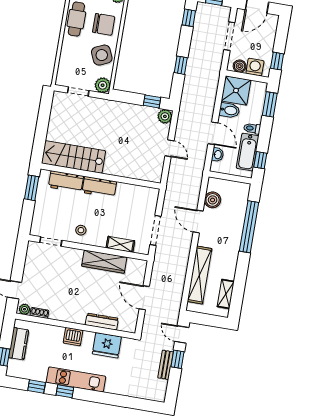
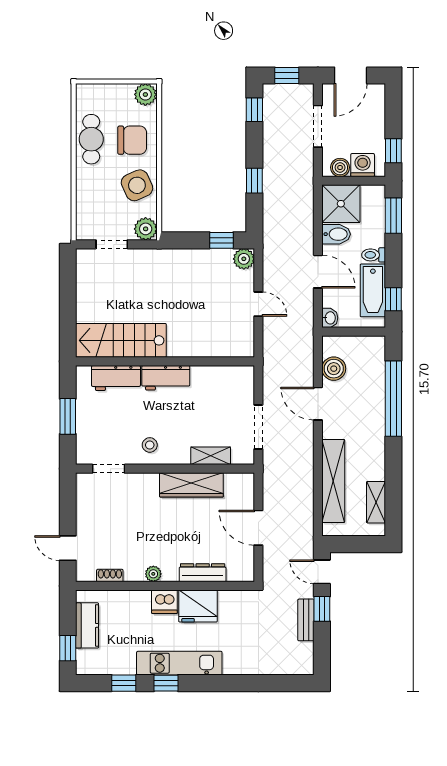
washbasin: (218, 155) -> (330, 318), moved
window: (32, 188) -> (68, 416), moved
plant: (24, 309) -> (153, 574), moved
fridge: (107, 345) -> (198, 606), moved

